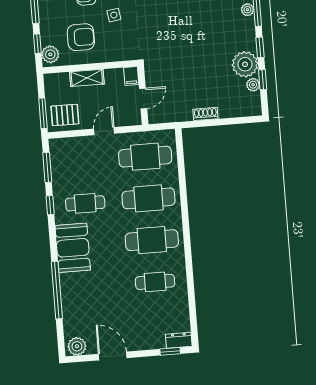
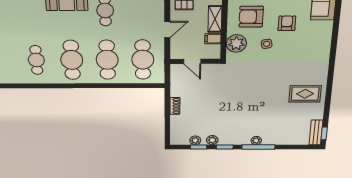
armchair: (81, 37) -> (251, 17), turned 90
plant: (116, 50) -> (236, 43), added
plant: (245, 64) -> (212, 140), width x0.53, depth x0.53
filing cabinet: (131, 76) -> (213, 39), moved
door: (104, 131) -> (167, 30), hinge flipped

